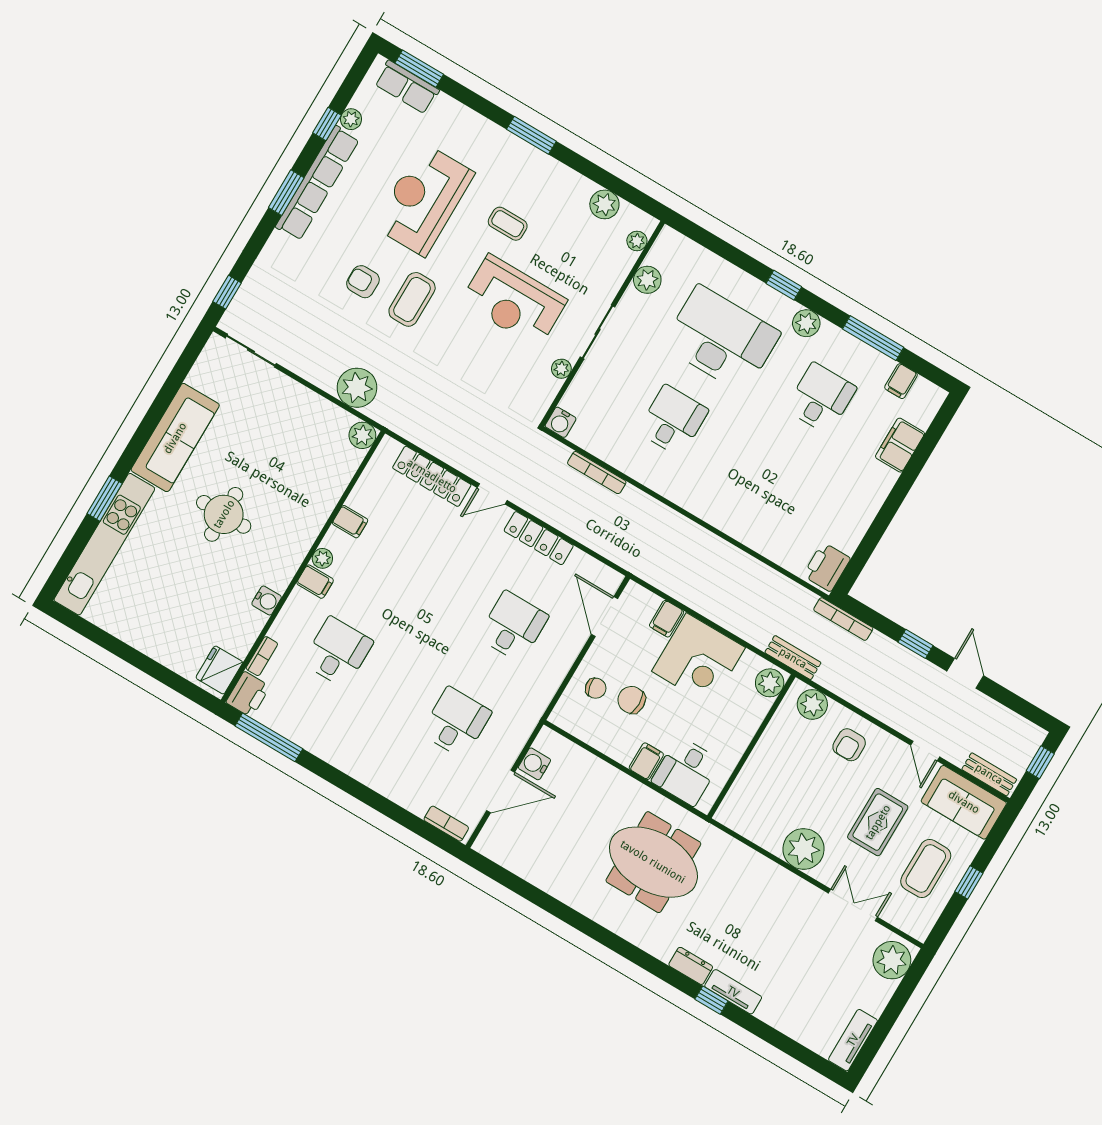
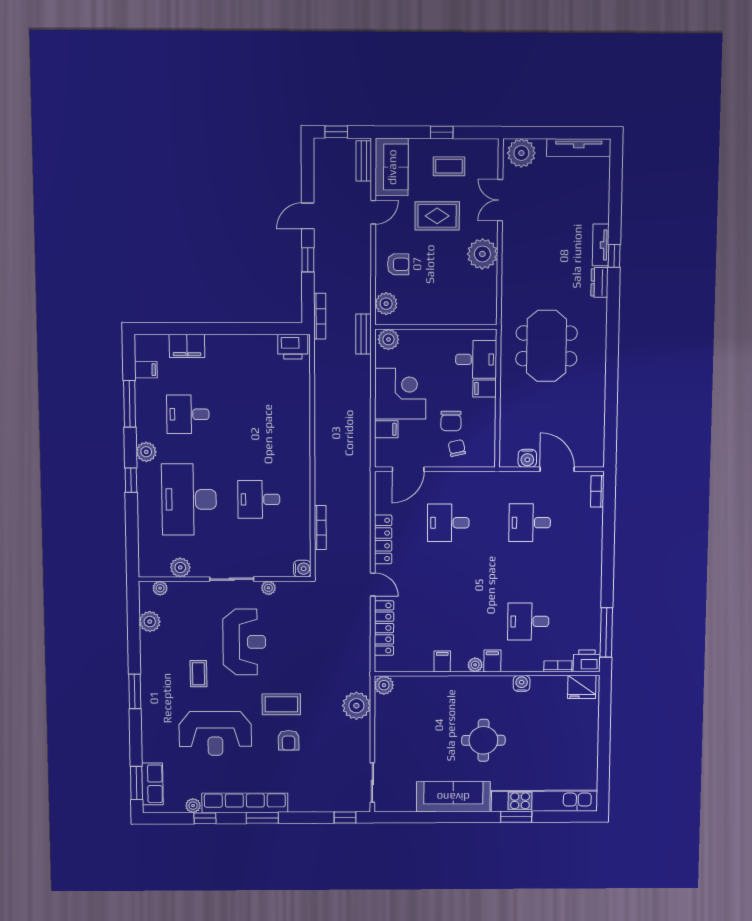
coffee table: (926, 868) -> (449, 166), width x0.73, depth x0.77
tv unit: (853, 1040) -> (579, 148), width x1.41

